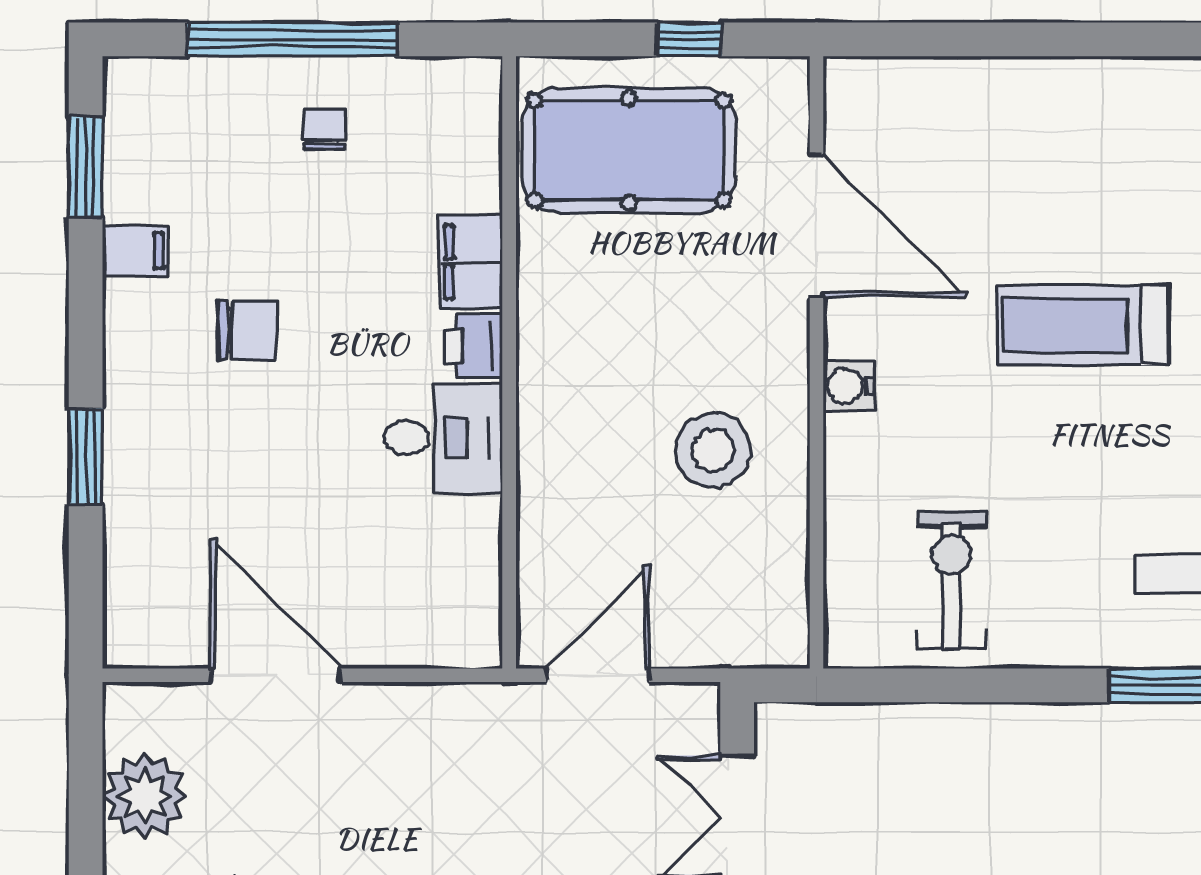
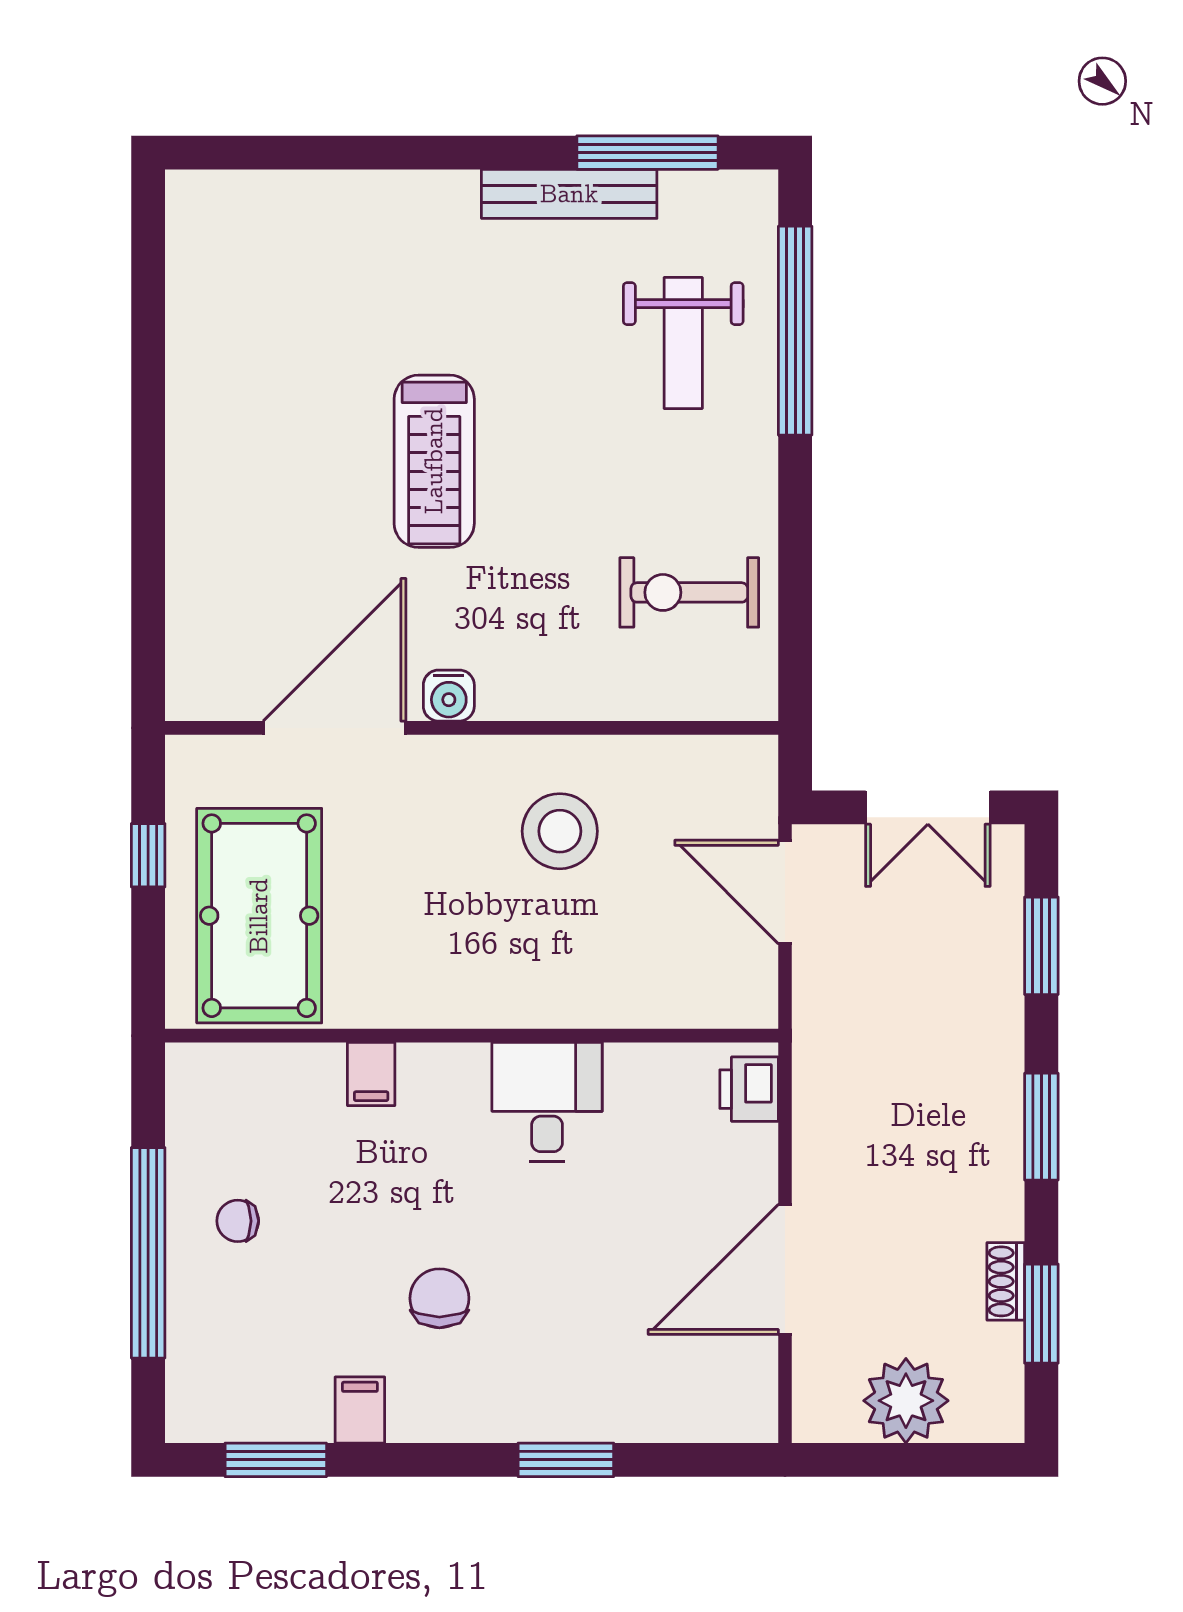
filing cabinet: (471, 262) -> (371, 1074), width x0.50
printer: (473, 346) -> (749, 1089), moved, turned 90
water cooler: (849, 386) -> (449, 696), moved
door: (598, 675) -> (785, 892), moved

